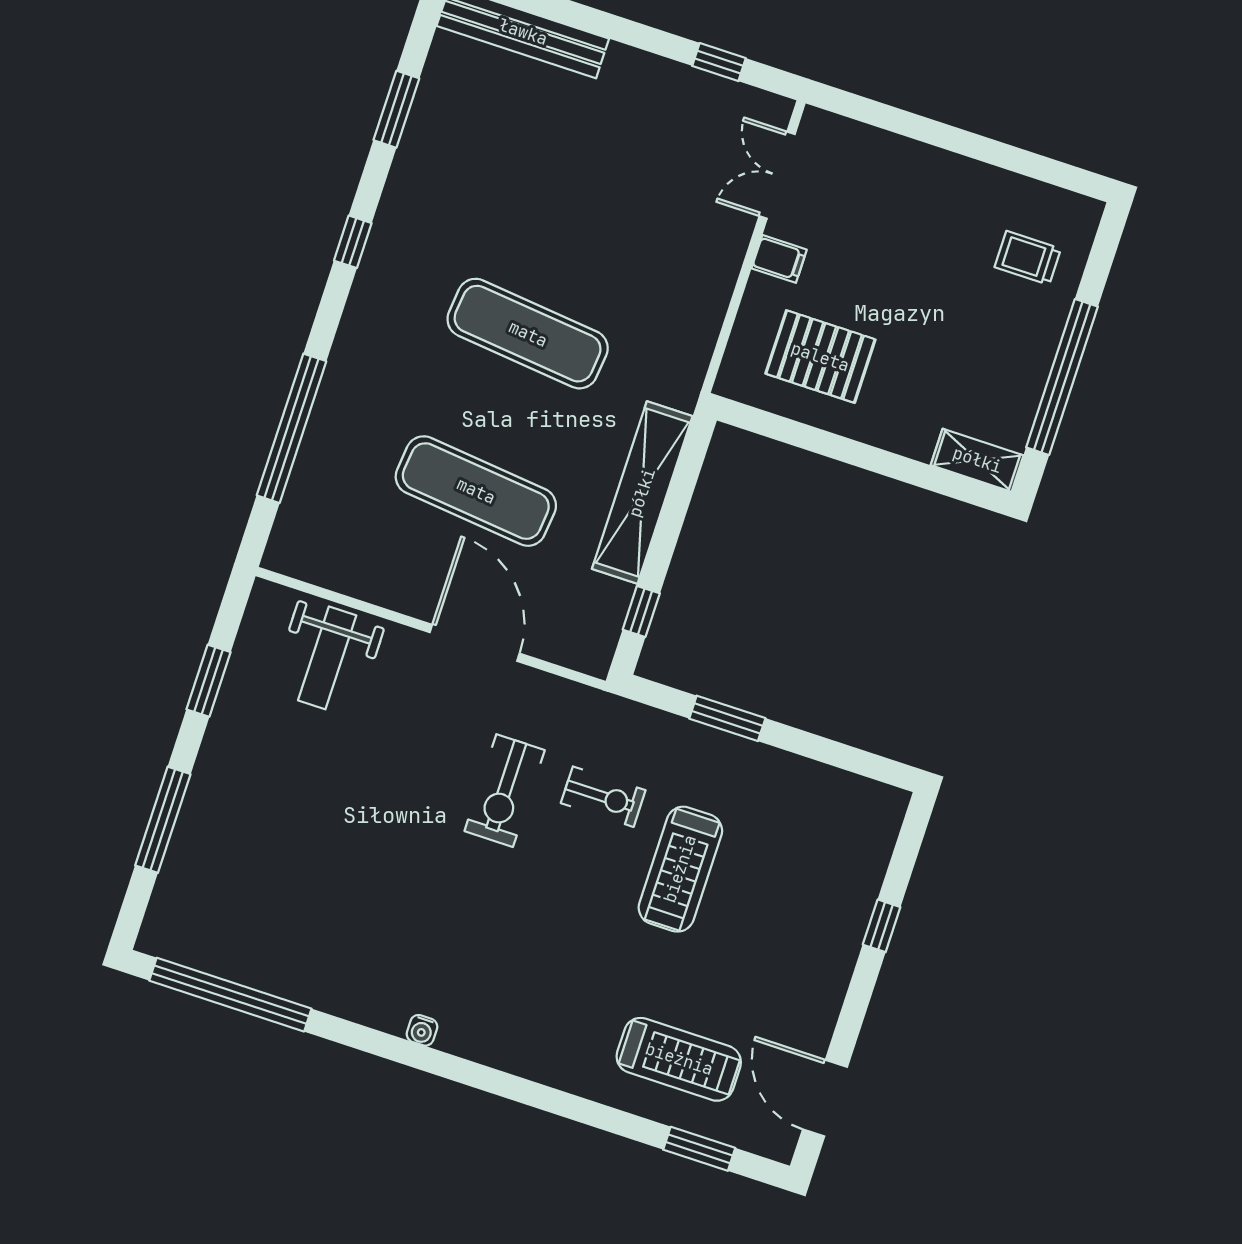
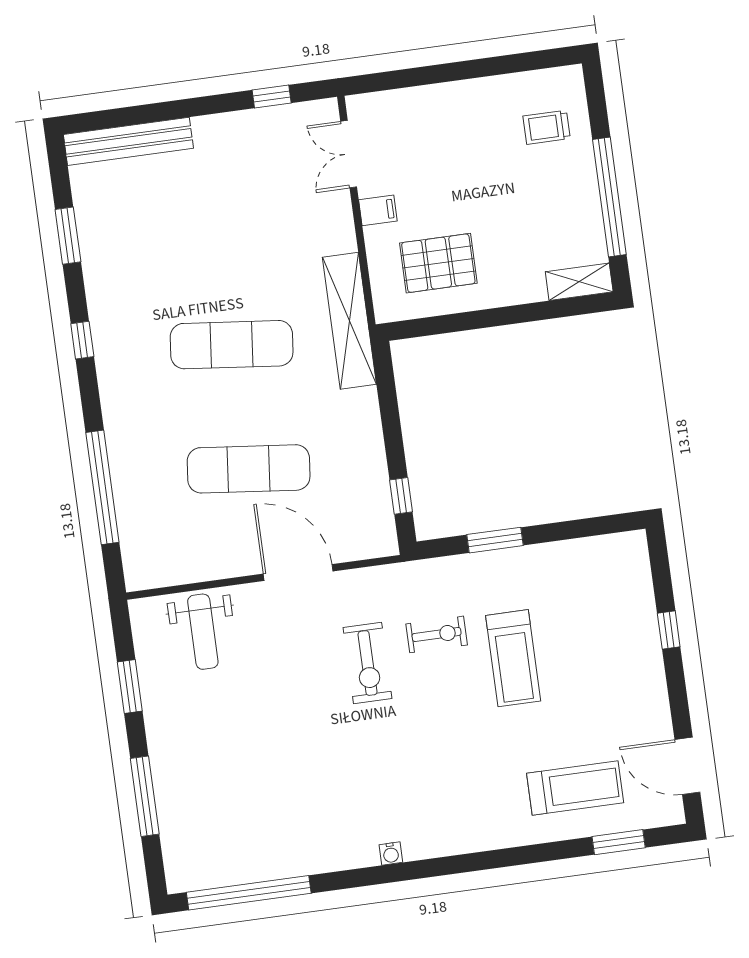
shelving: (642, 493) -> (349, 321), moved

